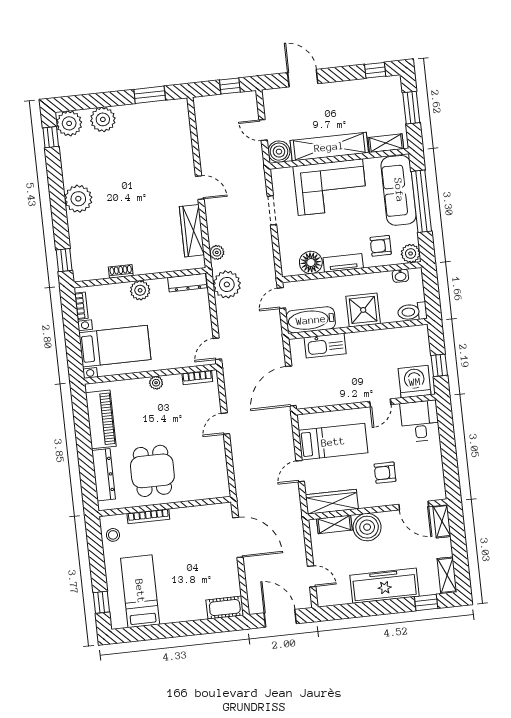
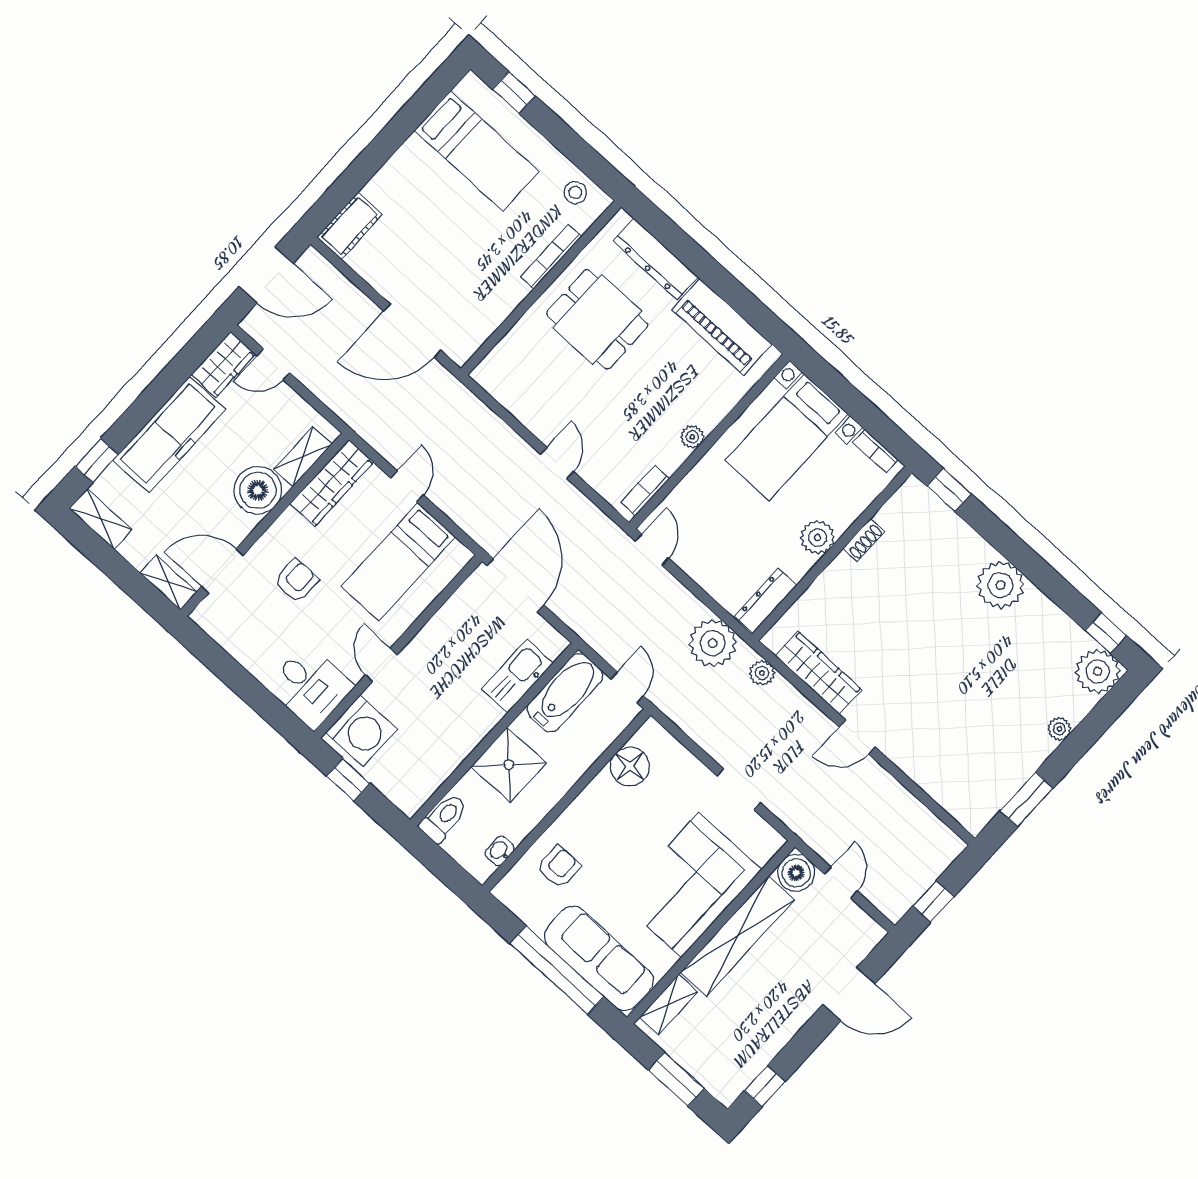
plant: (103, 119) -> (1059, 729), width x0.53, depth x0.53
door: (263, 130) -> (841, 883), hinge flipped
plant: (411, 254) -> (512, 891), removed
tv unit: (343, 263) -> (588, 803), removed
wardrobe: (334, 596) -> (223, 364), added

